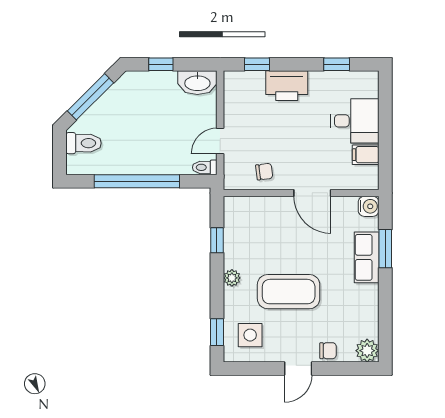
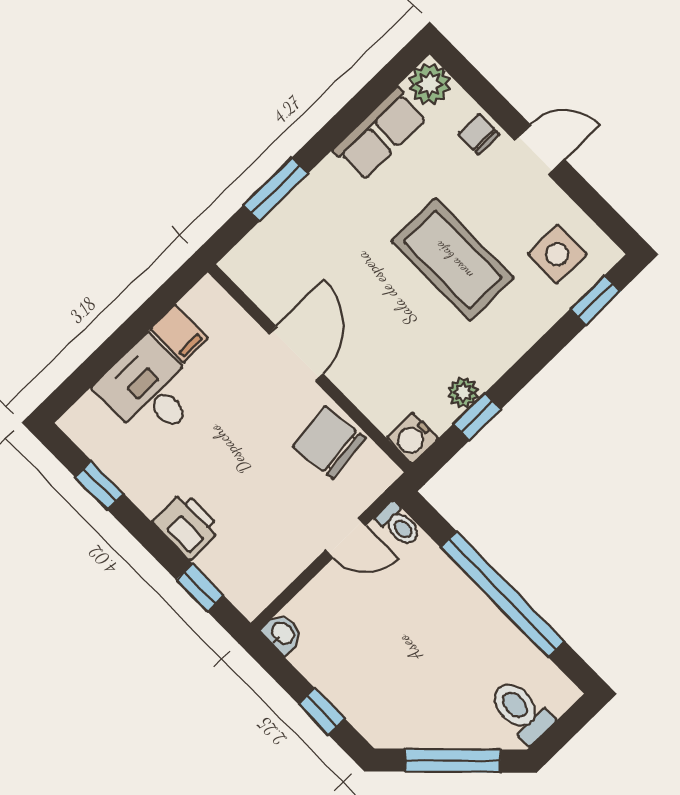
washbasin: (197, 83) -> (282, 634), width x0.52, depth x0.69
printer: (287, 86) -> (187, 526), width x0.73, depth x0.84
chair: (264, 172) -> (329, 443), width x1.87, depth x1.87
water cooler: (369, 206) -> (413, 438), moved, turned -90
row of seats: (367, 257) -> (380, 134), moved
plant: (232, 278) -> (463, 393), moved

